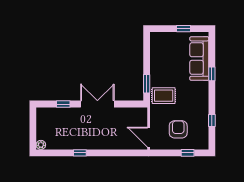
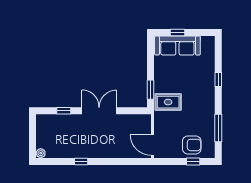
window: (183, 29) -> (177, 32), moved
sofa: (199, 59) -> (177, 46), moved, turned -90
window: (212, 121) -> (218, 128), width x2.17
armchair: (178, 129) -> (192, 145), moved, turned 90

